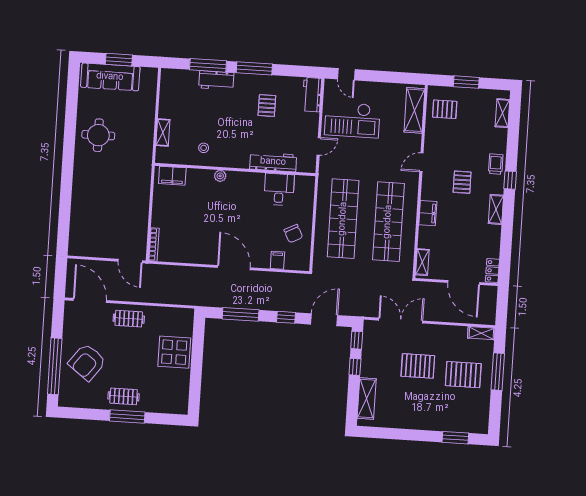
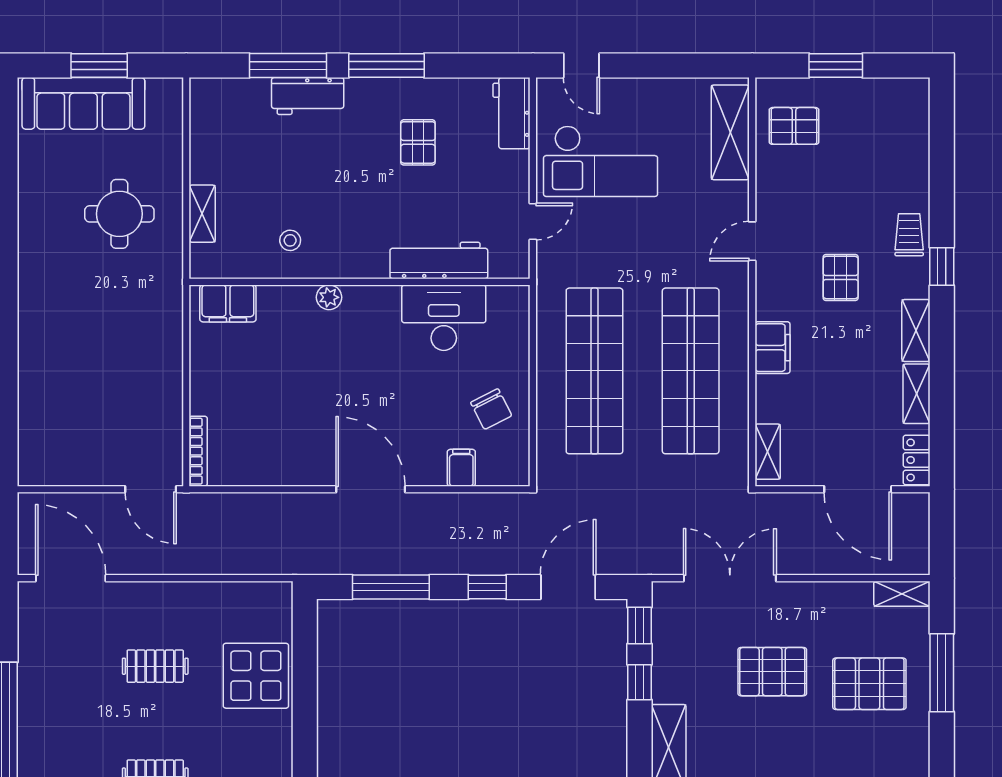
shelving: (502, 113) -> (916, 394), moved
round table: (98, 135) -> (119, 214), moved
desk: (279, 189) -> (444, 318), width x1.37
clothes rail: (129, 319) -> (155, 666), moved
armchair: (87, 362) -> (73, 709), removed

